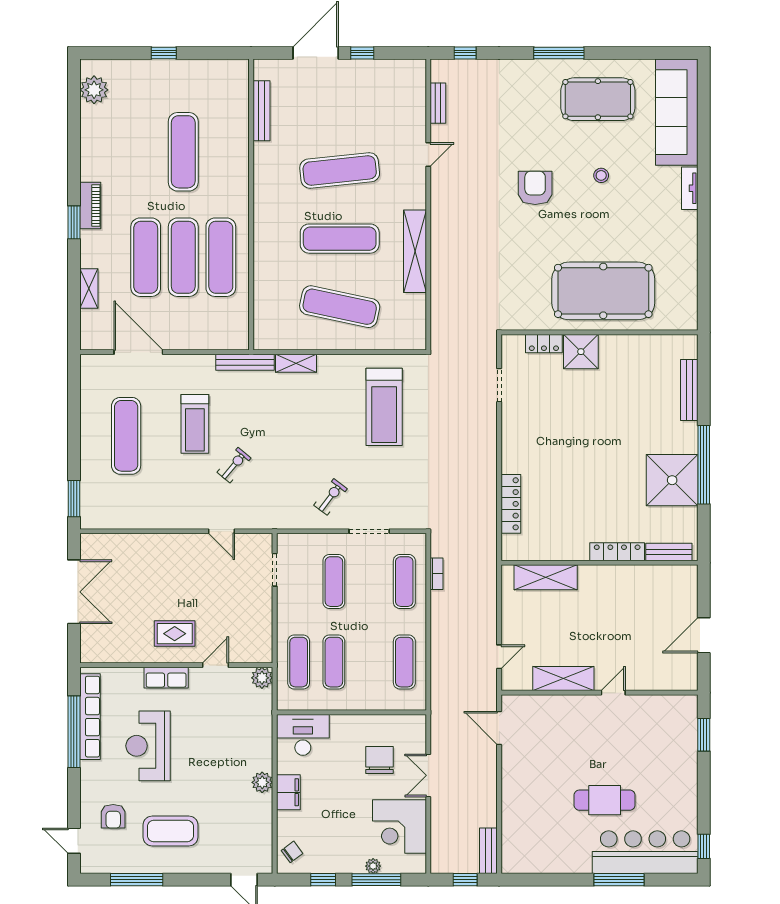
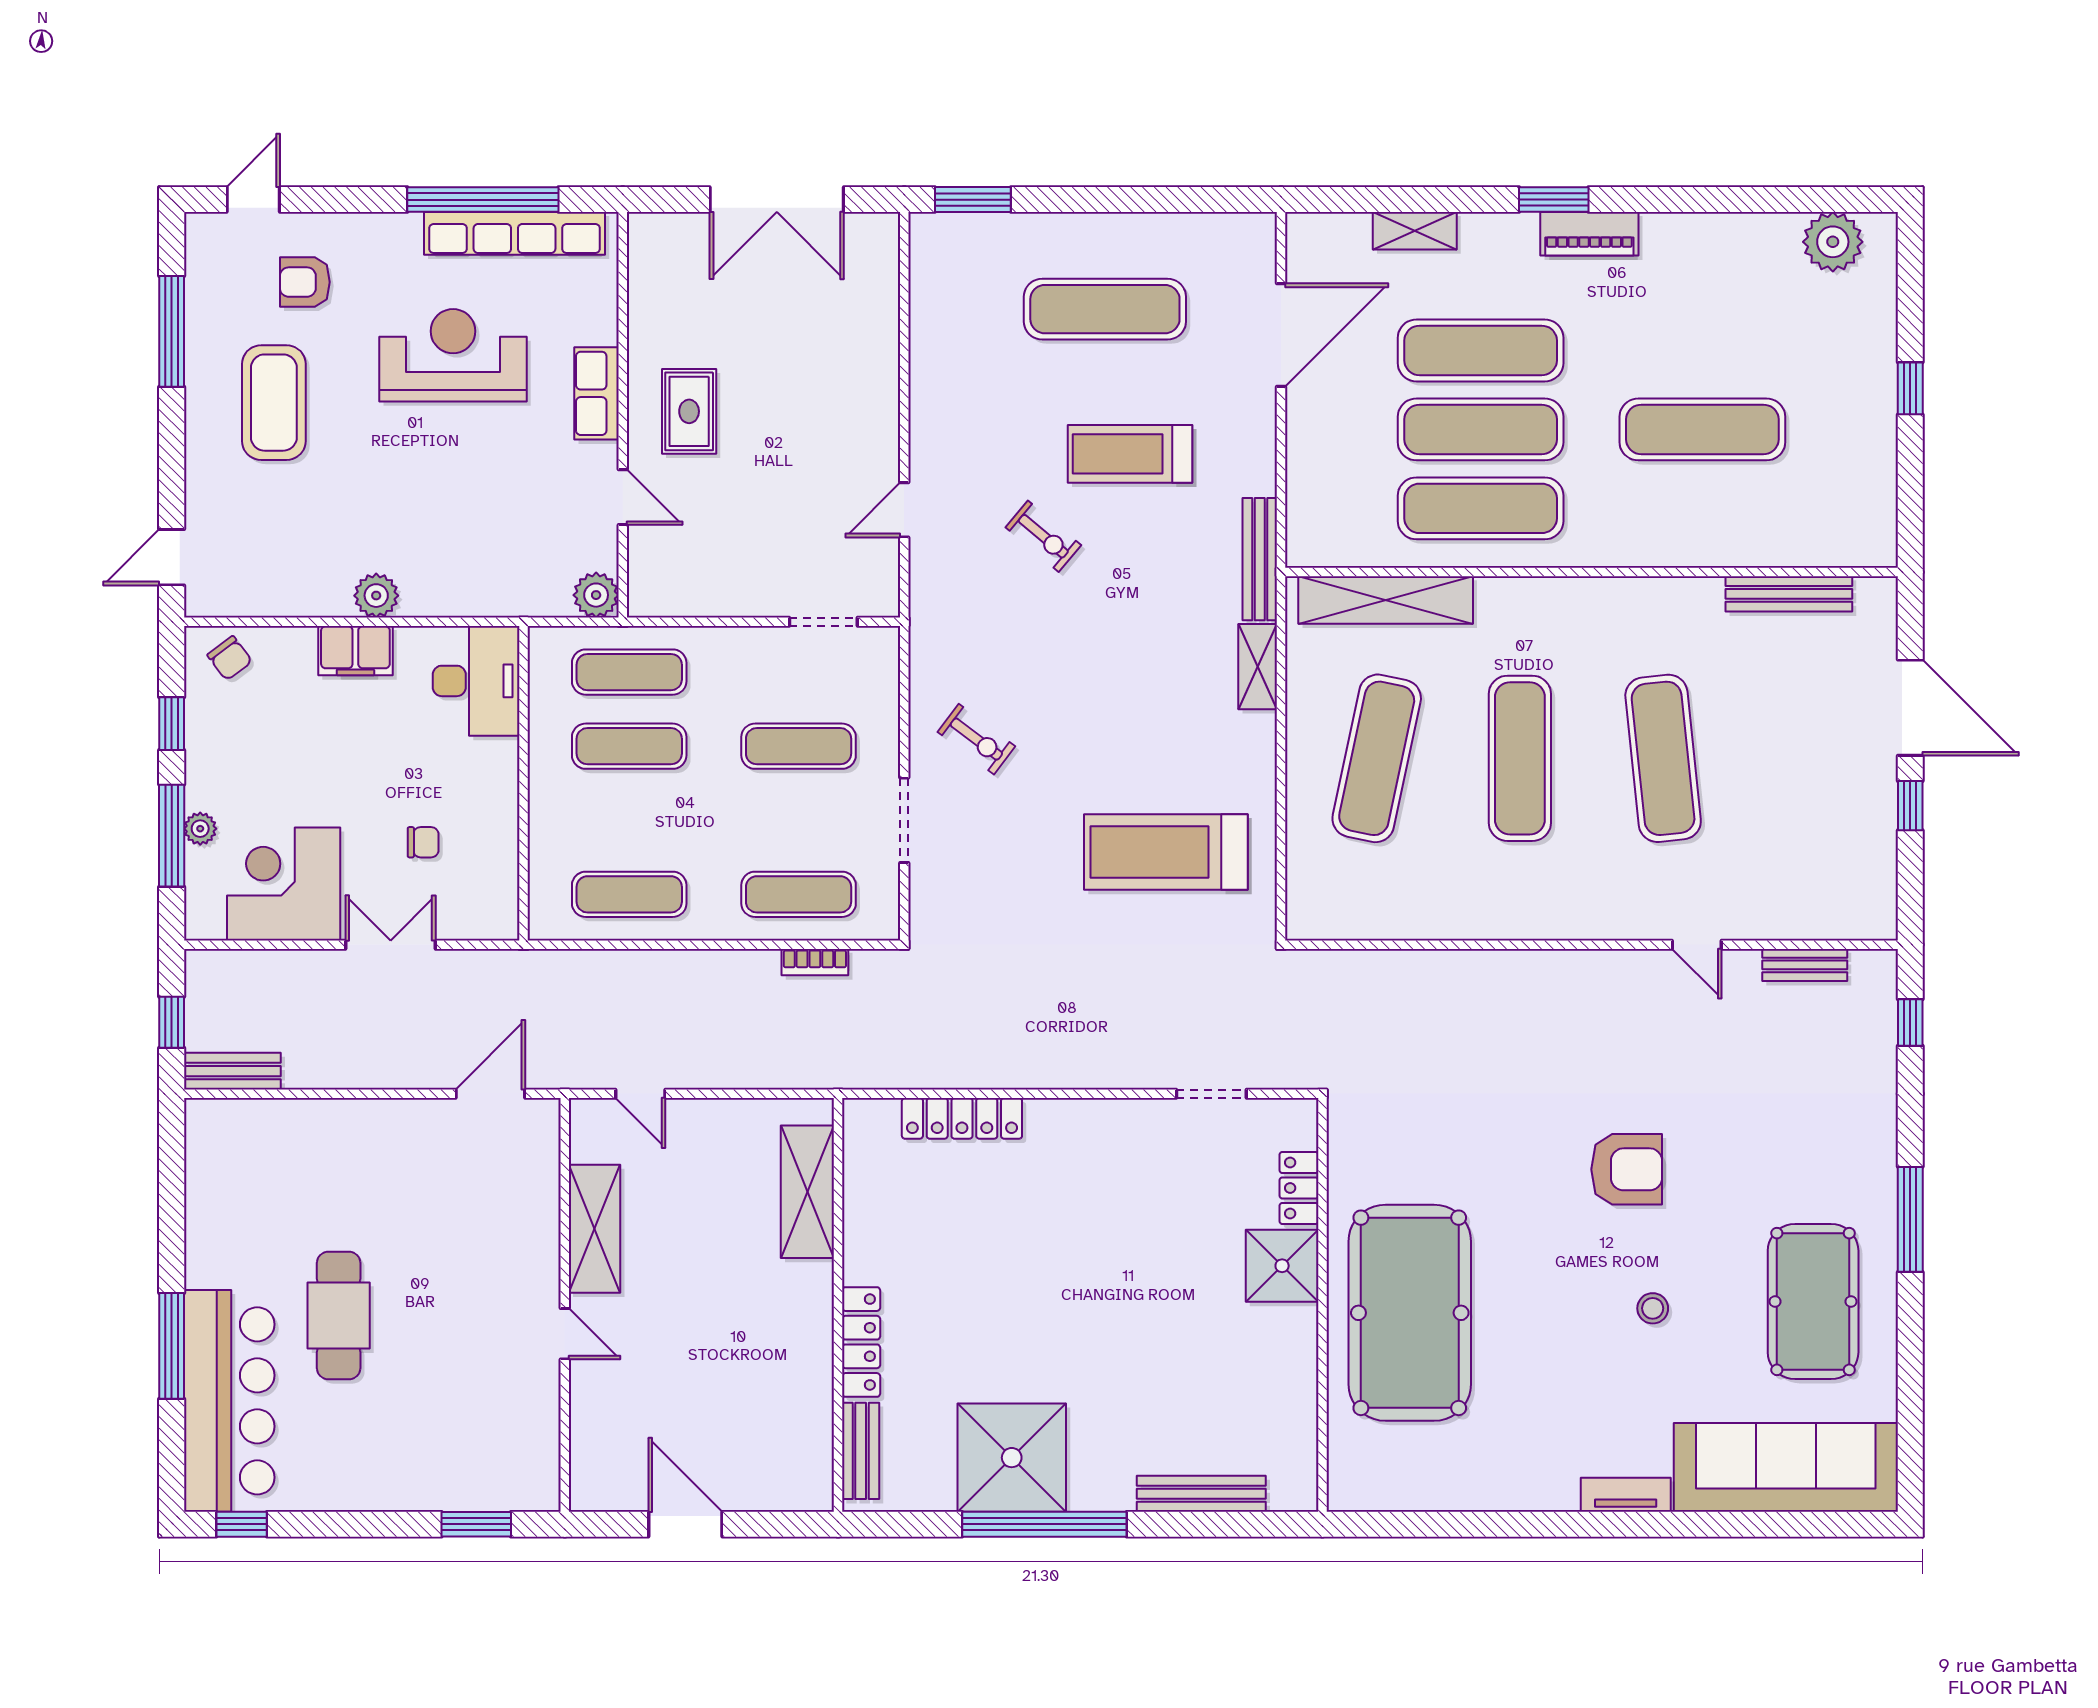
shelving: (415, 251) -> (1386, 600), moved
chair: (380, 760) -> (423, 842), width x0.54, depth x0.54

